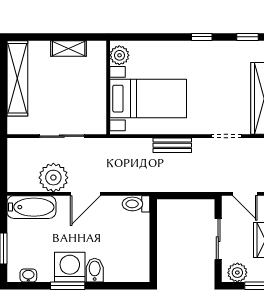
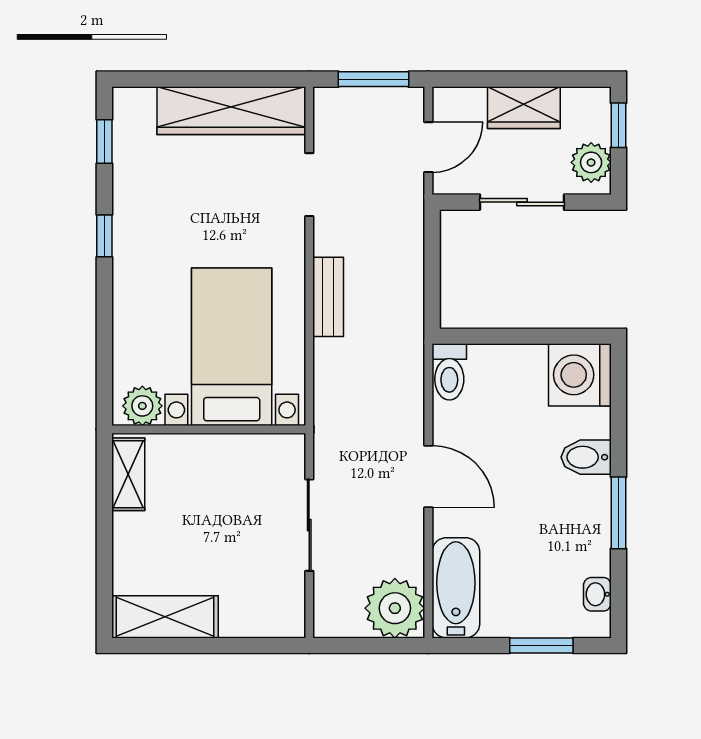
shelving: (69, 48) -> (128, 474), moved
shelving: (17, 78) -> (165, 617), width x0.68
plant: (53, 178) -> (395, 608), moved
washing machine: (70, 267) -> (580, 375), moved

